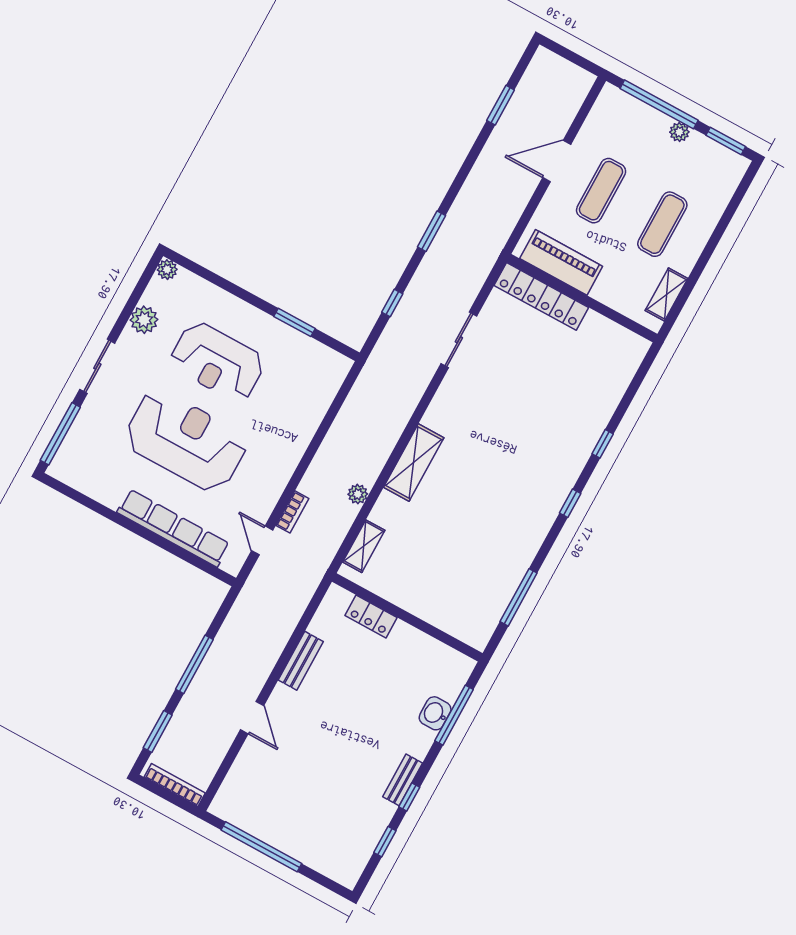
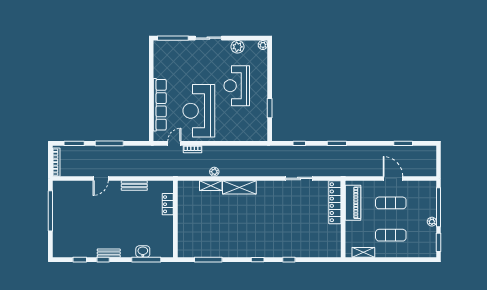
reception desk: (186, 441) -> (199, 111), moved, turned 180
shelving: (364, 546) -> (211, 186), moved

